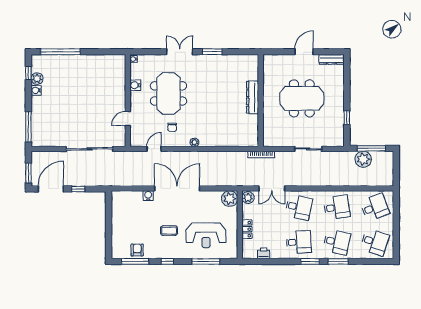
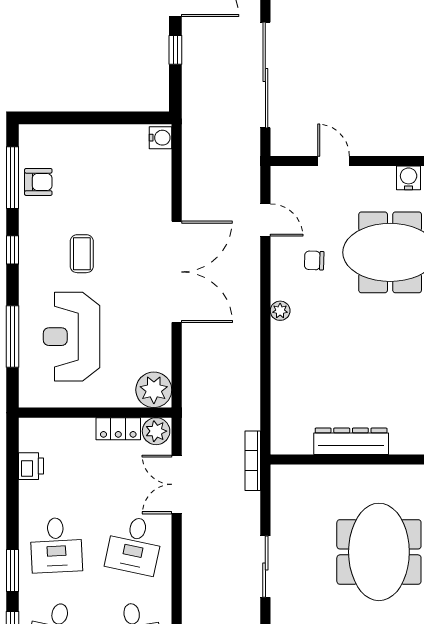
dresser: (253, 97) -> (351, 441), moved
water cooler: (148, 196) -> (161, 138), moved
locker: (247, 229) -> (118, 429), moved

